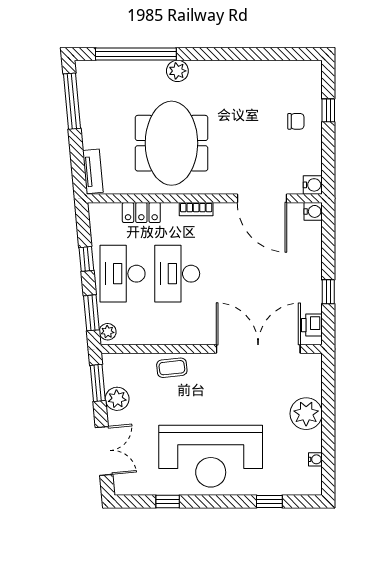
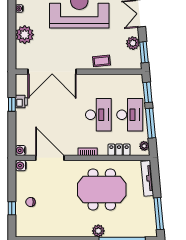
meeting table: (171, 143) -> (102, 189), turned 90
tv unit: (93, 171) -> (147, 178), width x1.41
window: (86, 259) -> (150, 123), width x2.17
printer: (312, 325) -> (21, 102), moved
plant: (108, 332) -> (144, 146), moved

